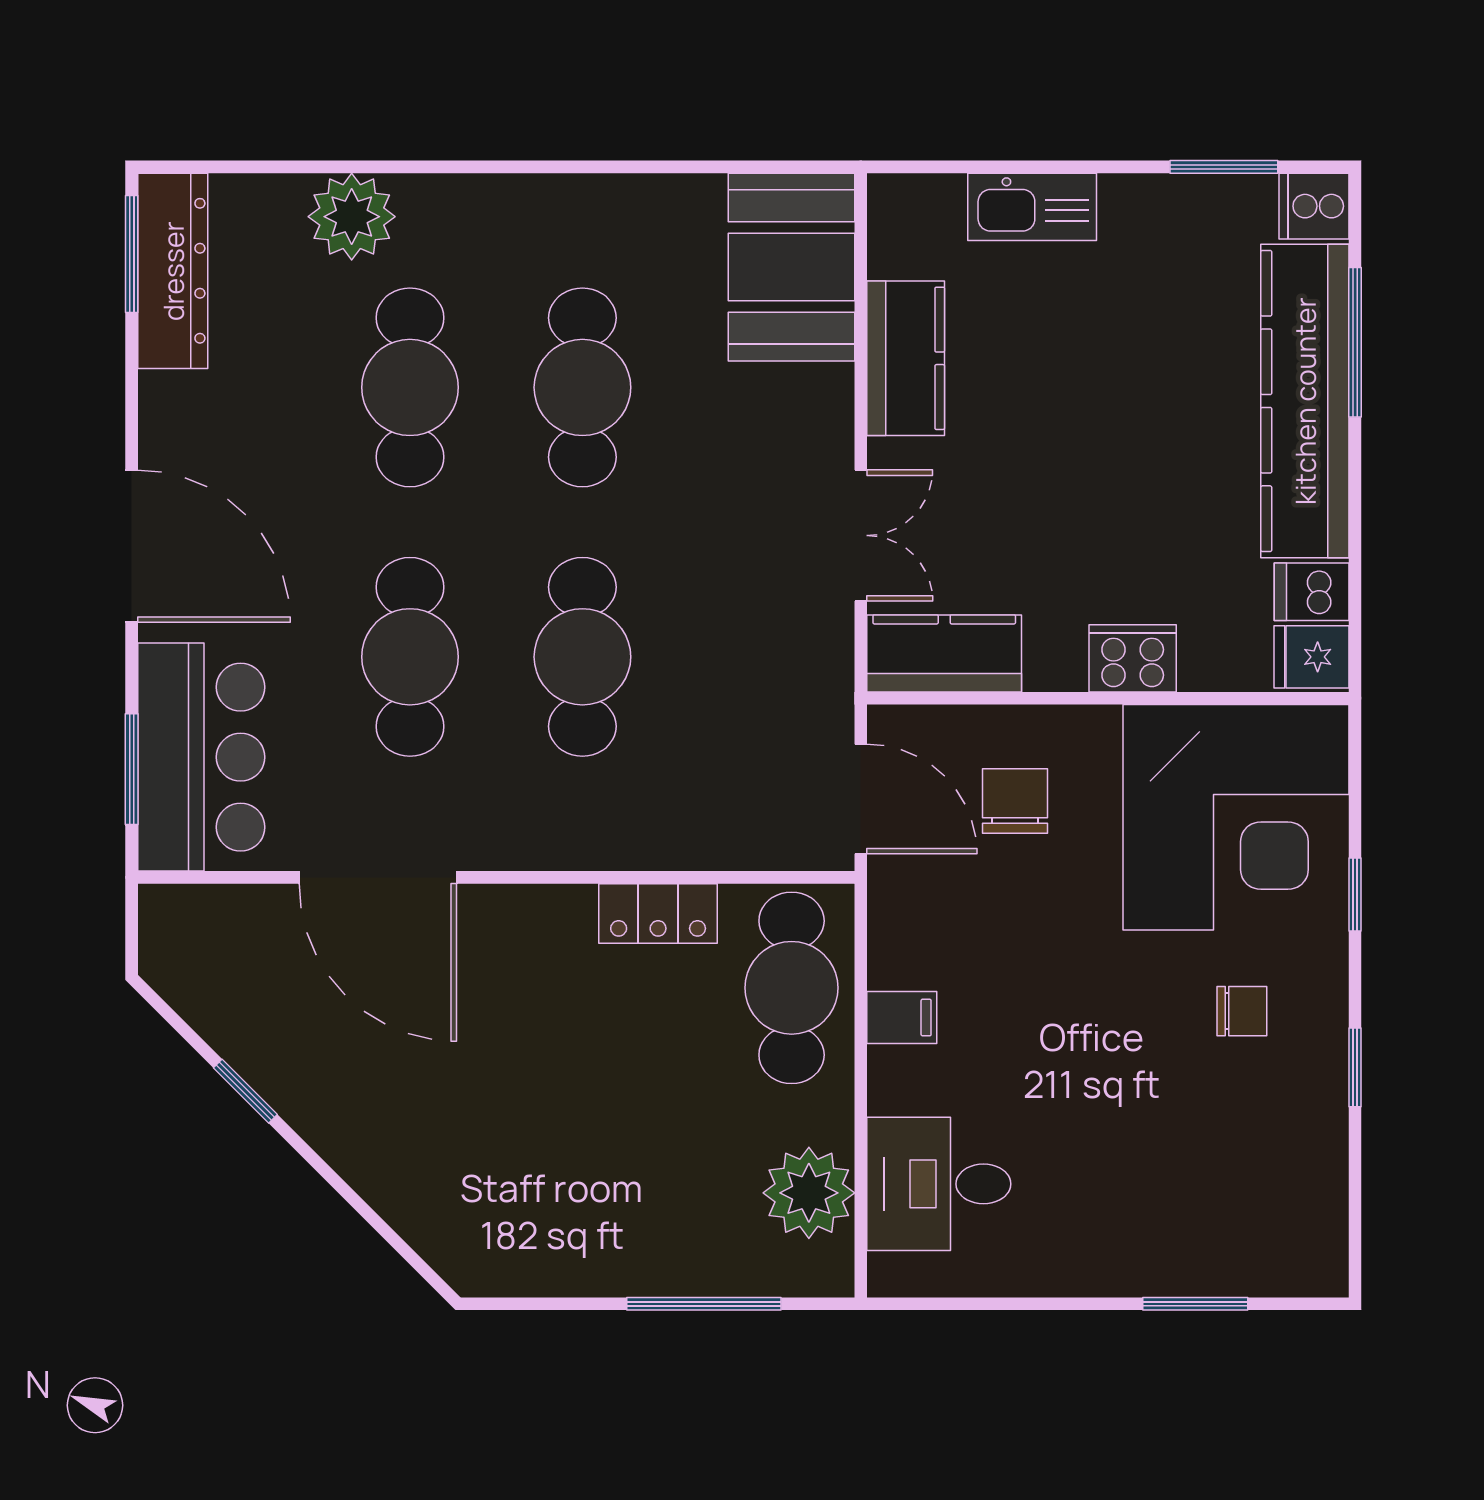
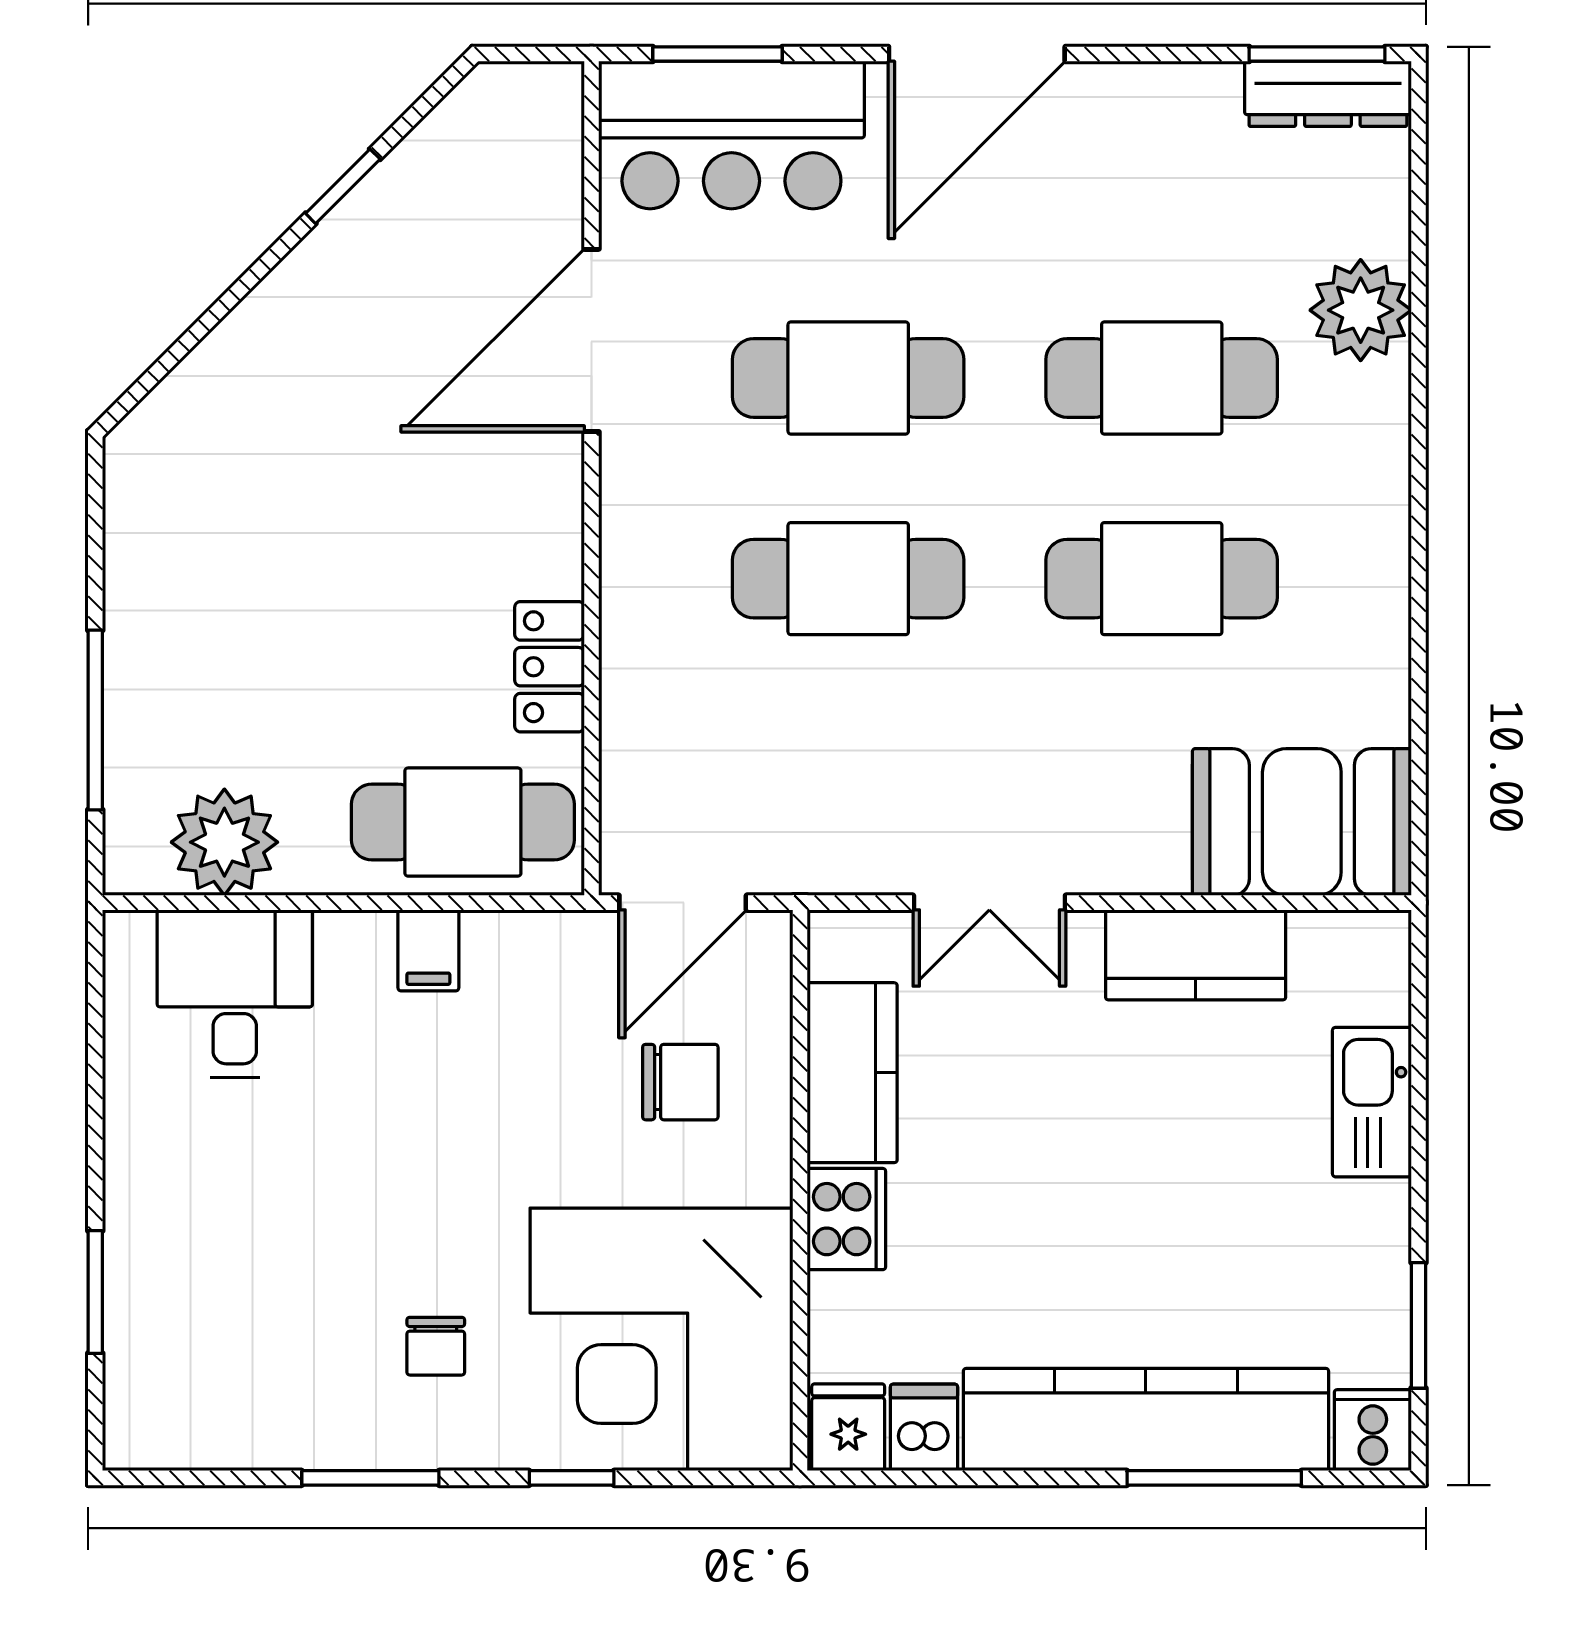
dresser: (173, 271) -> (1328, 94), width x0.73, depth x0.80
kitchen counter: (944, 653) -> (852, 1073), moved
window: (1355, 1067) -> (370, 1478), width x1.50

